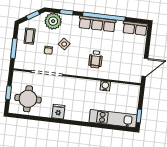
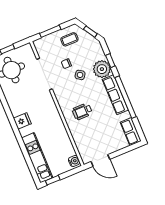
plant: (53, 21) -> (102, 69), moved
water cooler: (105, 86) -> (74, 161), moved
fridge: (58, 112) -> (22, 121), moved

